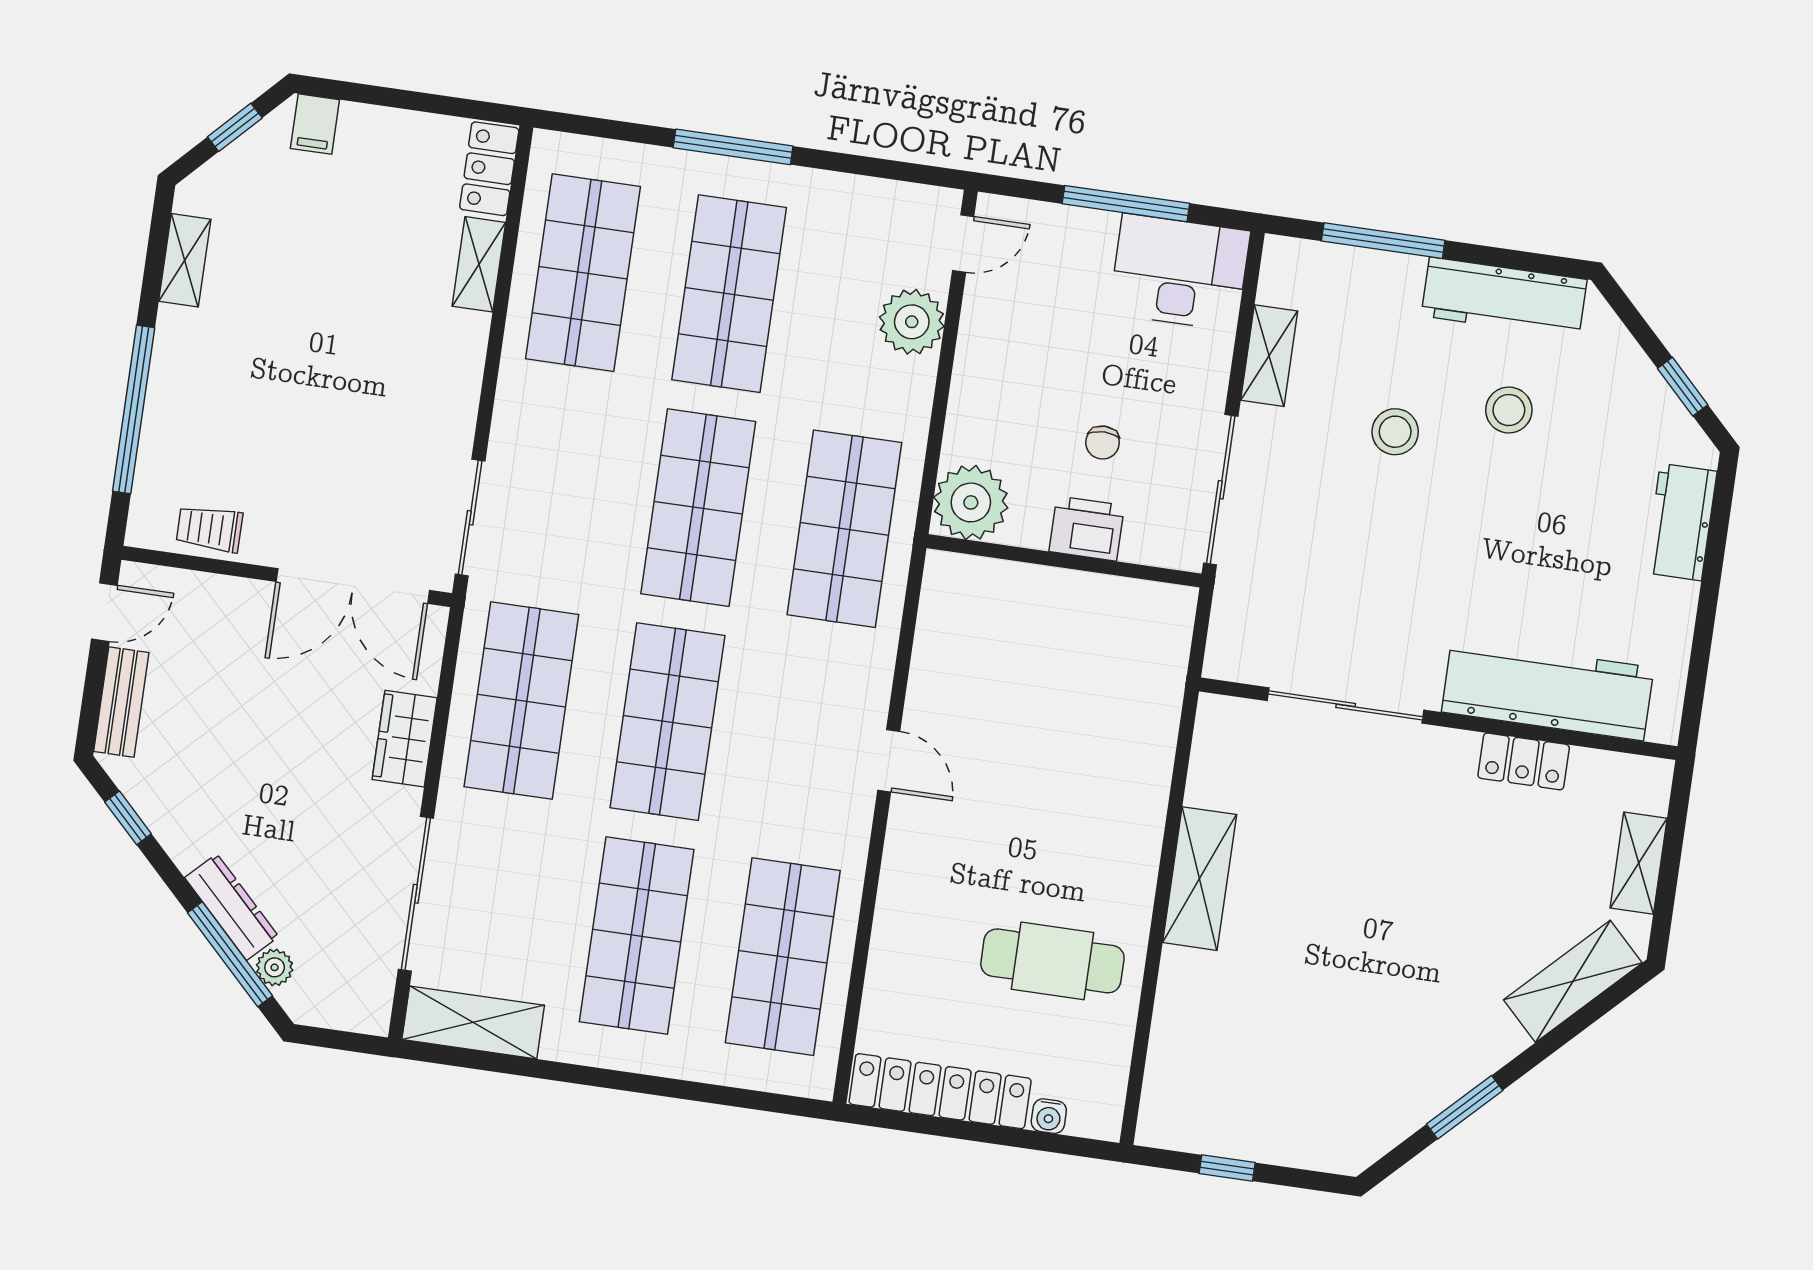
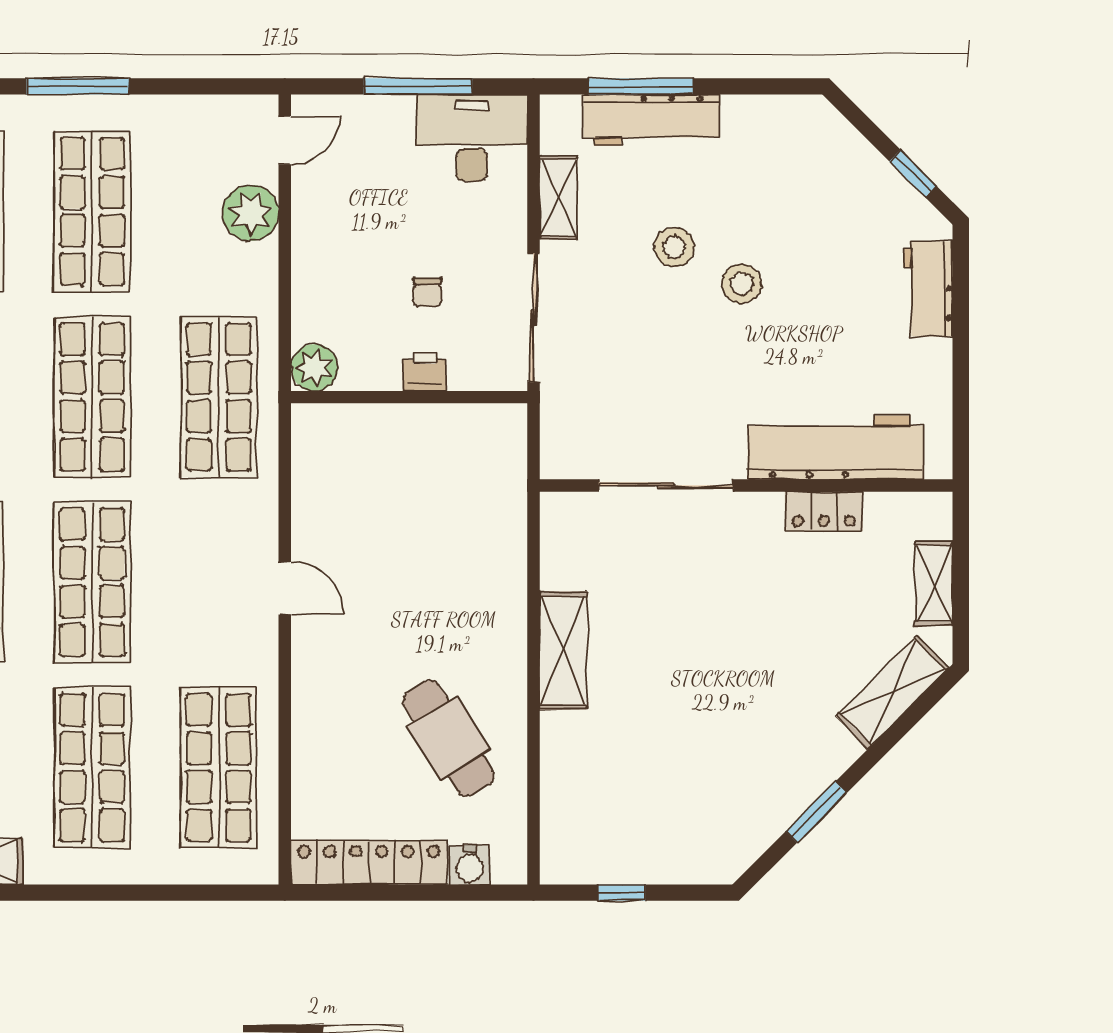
workbench: (1504, 298) -> (652, 120), moved
stool: (1509, 410) -> (742, 284), moved
plant: (971, 502) -> (314, 368), width x0.73, depth x0.73
printer: (1087, 528) -> (424, 372), width x0.73, depth x0.81
cafe table: (1052, 961) -> (448, 738), turned 58
water cooler: (1049, 1116) -> (470, 865), width x1.38, depth x1.38

